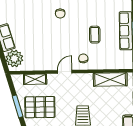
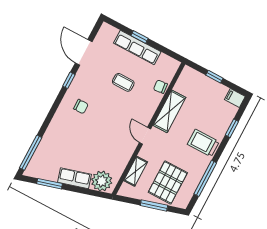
chair: (83, 58) -> (160, 87), moved
shelving: (110, 79) -> (169, 111), moved

